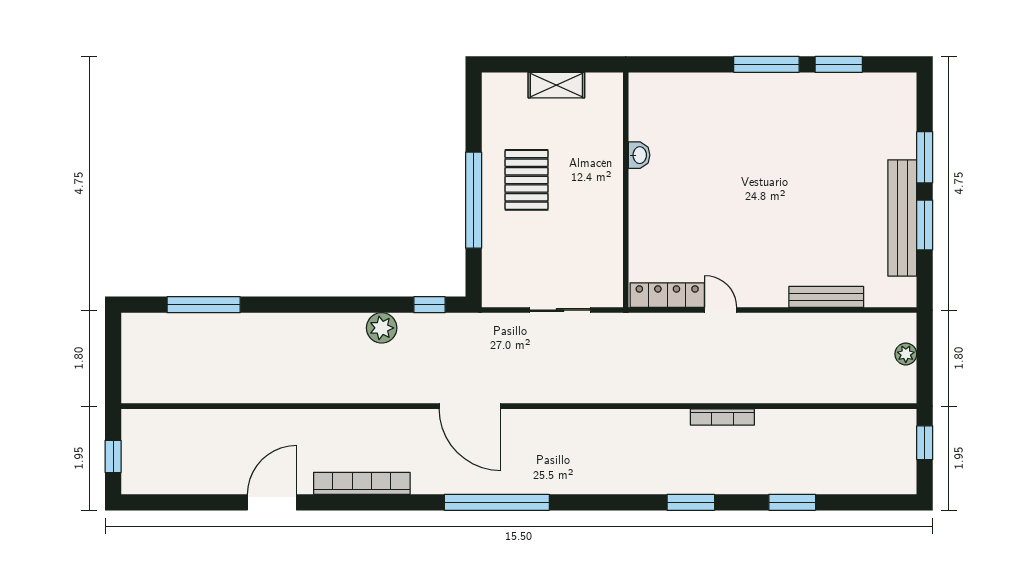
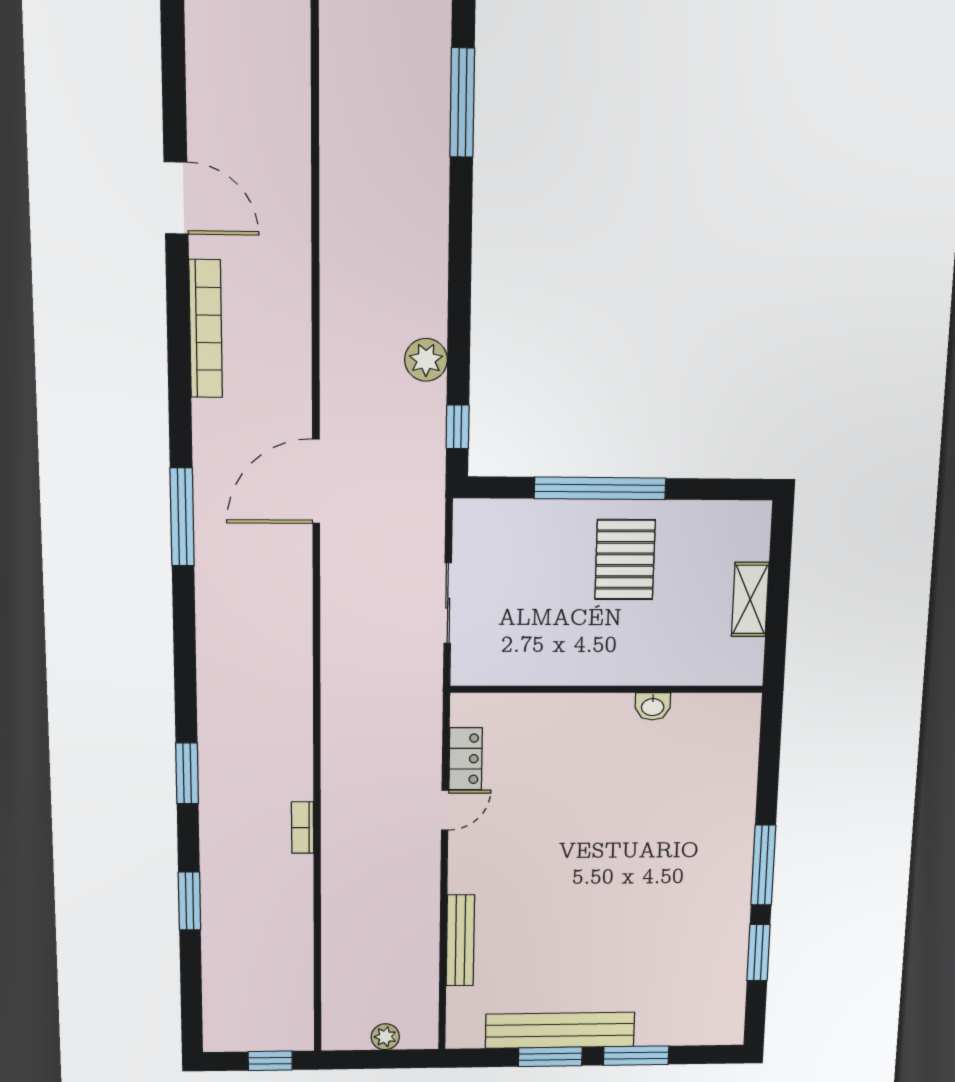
pallet: (527, 180) -> (625, 560), turned 90
locker: (667, 295) -> (466, 759), width x0.66
bookcase: (722, 417) -> (303, 828), width x0.64
window: (497, 502) -> (182, 517), width x0.68

